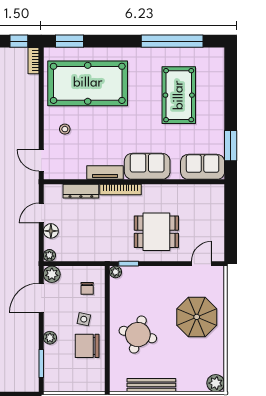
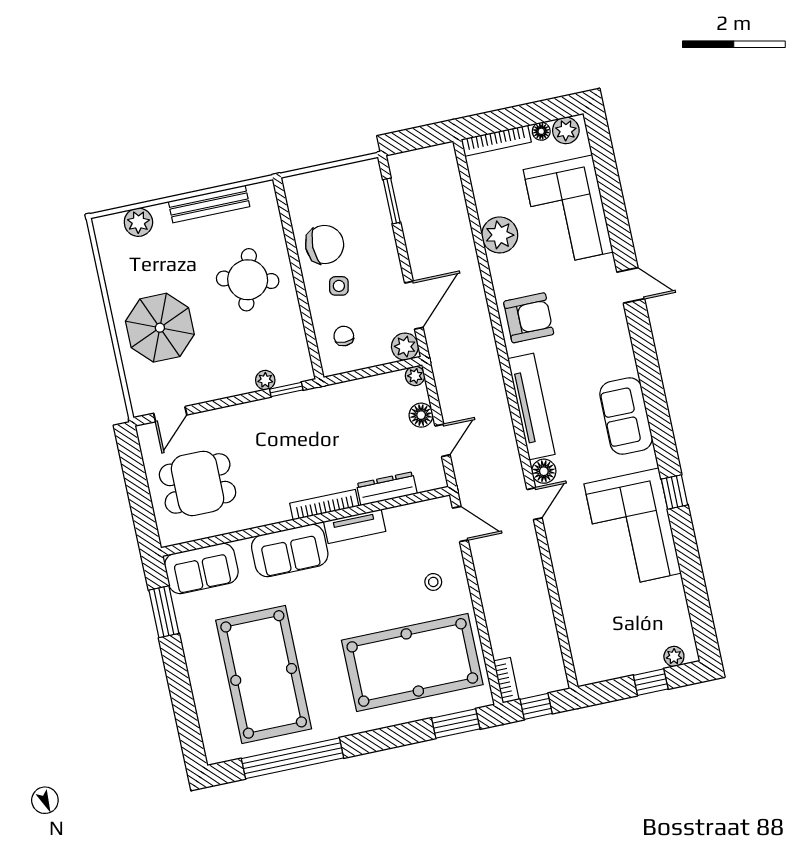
pool table: (179, 95) -> (264, 674), width x1.36, depth x1.32
dining table: (156, 232) -> (198, 483), moved
plant: (116, 272) -> (265, 380), moved
plant: (50, 338) -> (386, 245), removed
plant: (216, 383) -> (138, 222), moved

